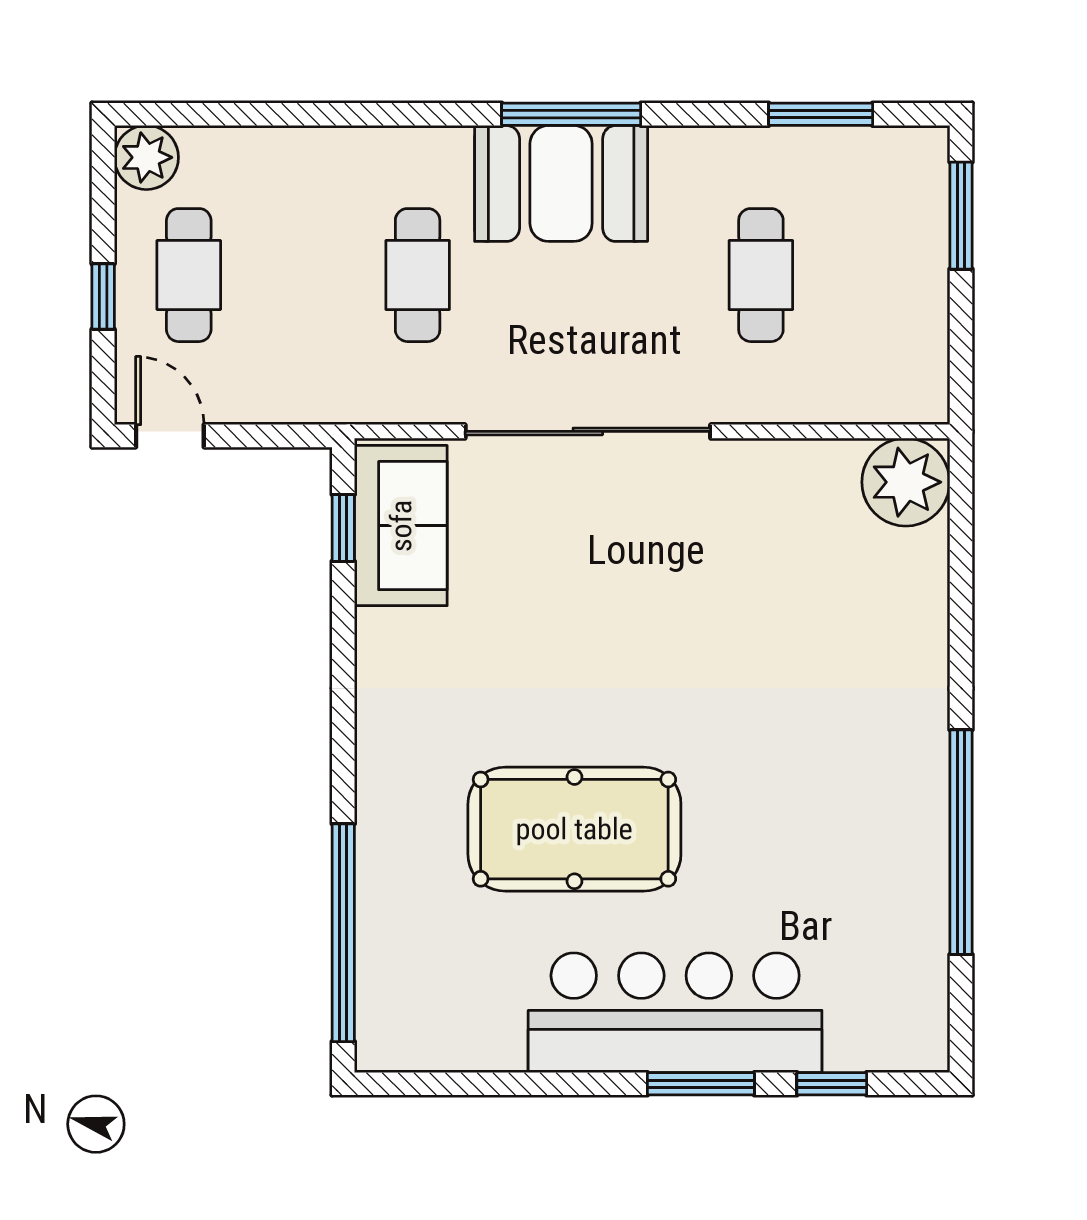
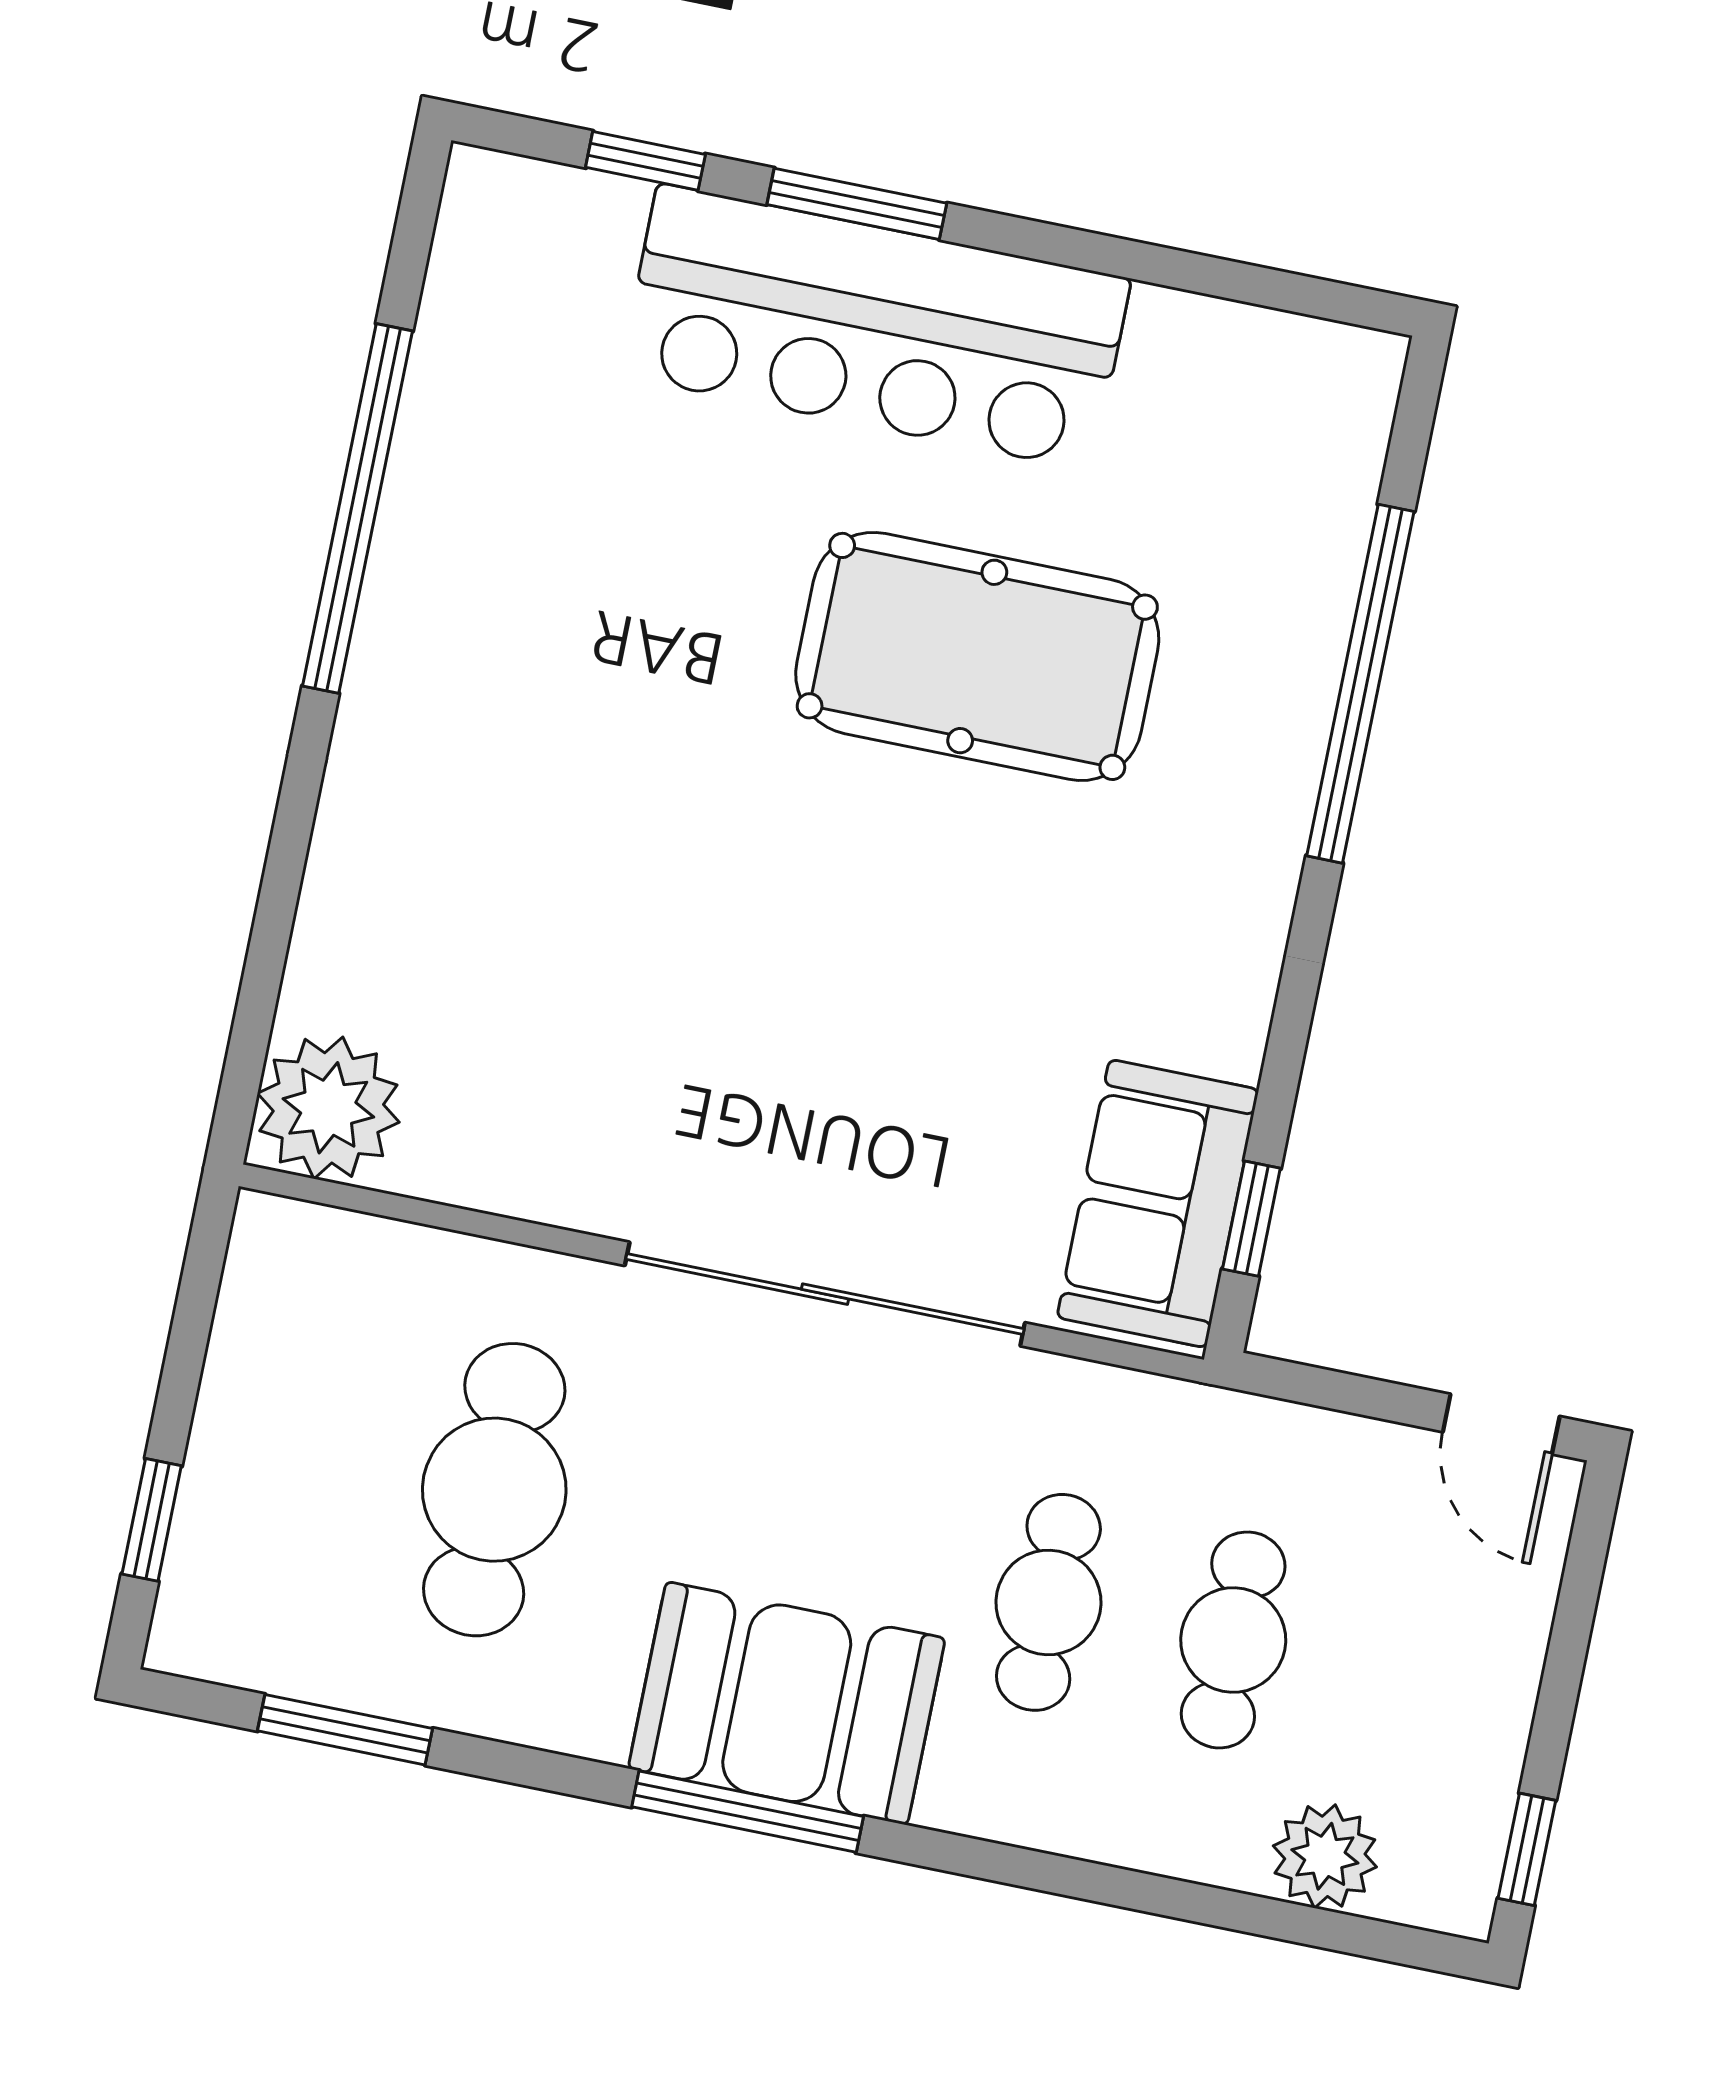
plant: (146, 157) -> (1325, 1856), moved
window: (961, 216) -> (152, 1520), width x0.67
cafe table: (189, 275) -> (1233, 1640), moved
cafe table: (761, 275) -> (494, 1490), width x1.37, depth x1.35
window: (103, 296) -> (1527, 1849), moved
window: (343, 933) -> (1360, 684), moved

